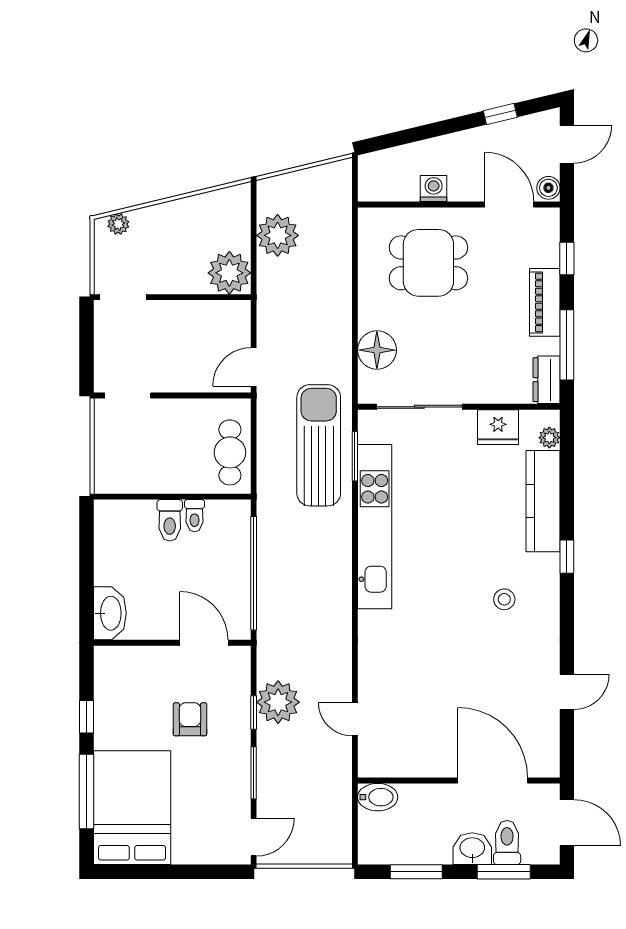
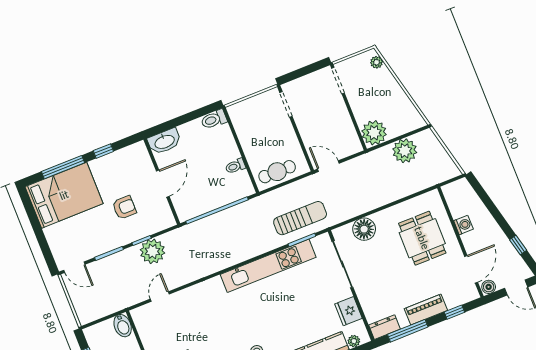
sun lounger: (319, 445) -> (300, 218), width x0.73, depth x0.75
toilet: (170, 520) -> (214, 119), moved
door: (204, 643) -> (163, 184), moved

